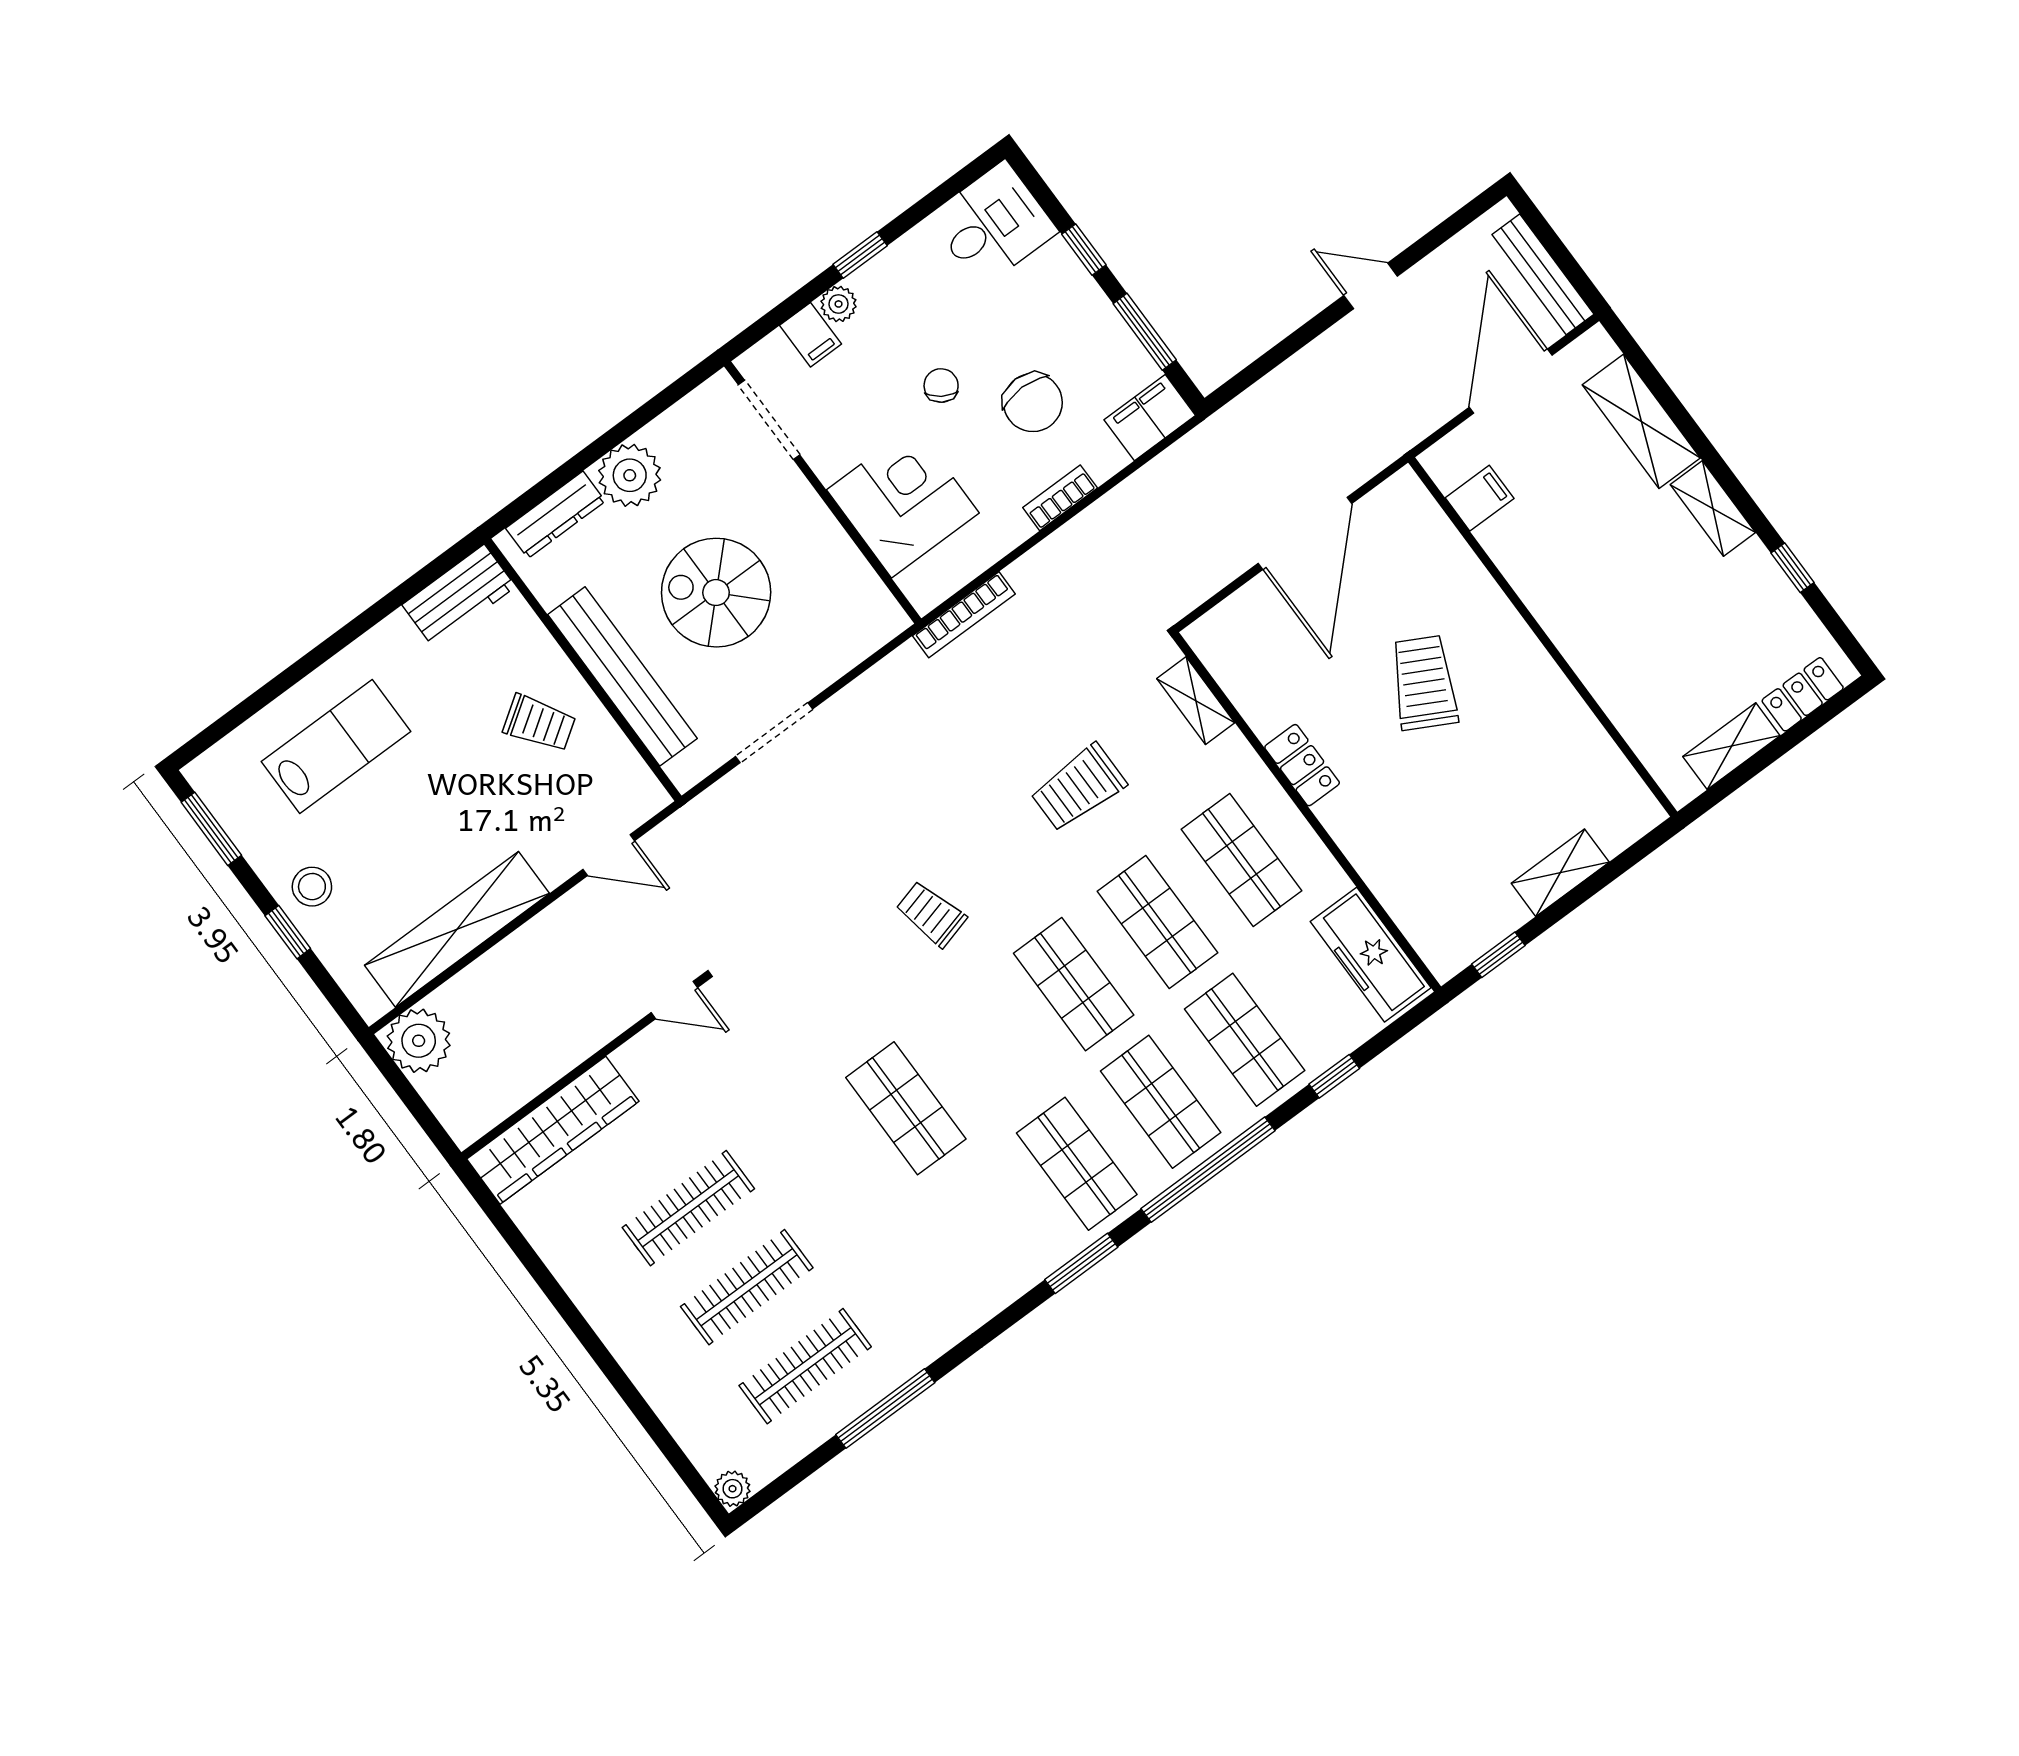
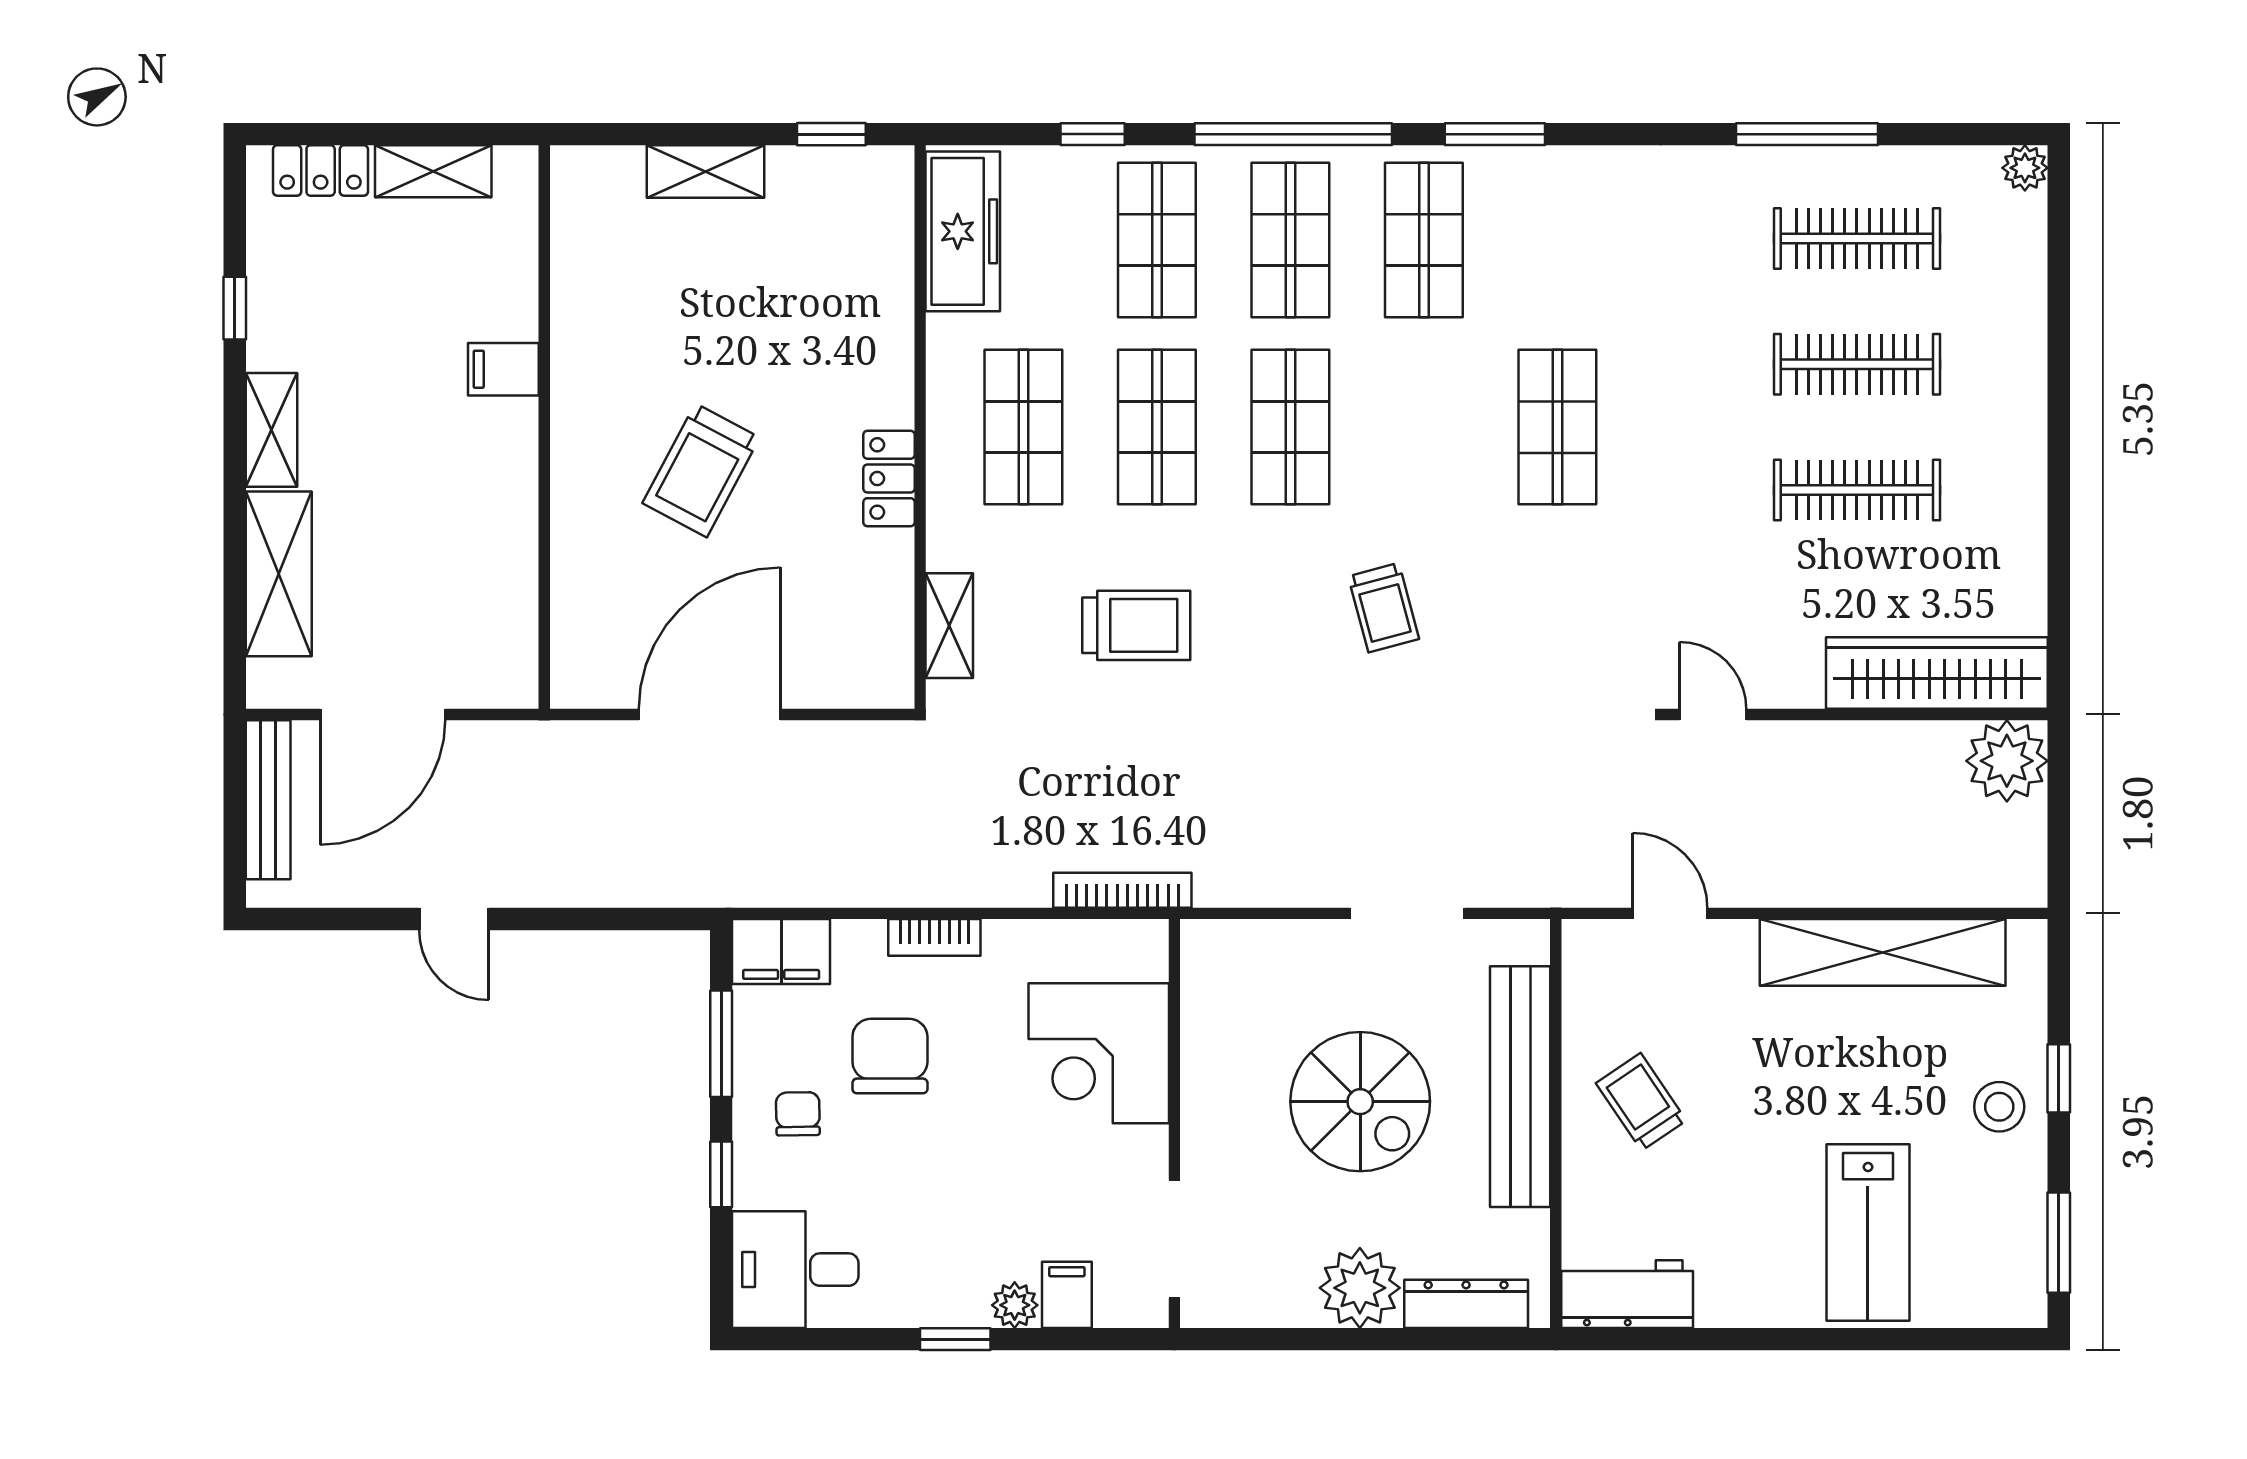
chair: (941, 385) -> (798, 1114), moved, turned 145
filing cabinet: (1480, 498) -> (503, 369), moved
lab bench: (336, 747) -> (1868, 1232), turned -90
plant: (419, 1041) -> (2007, 761), moved

